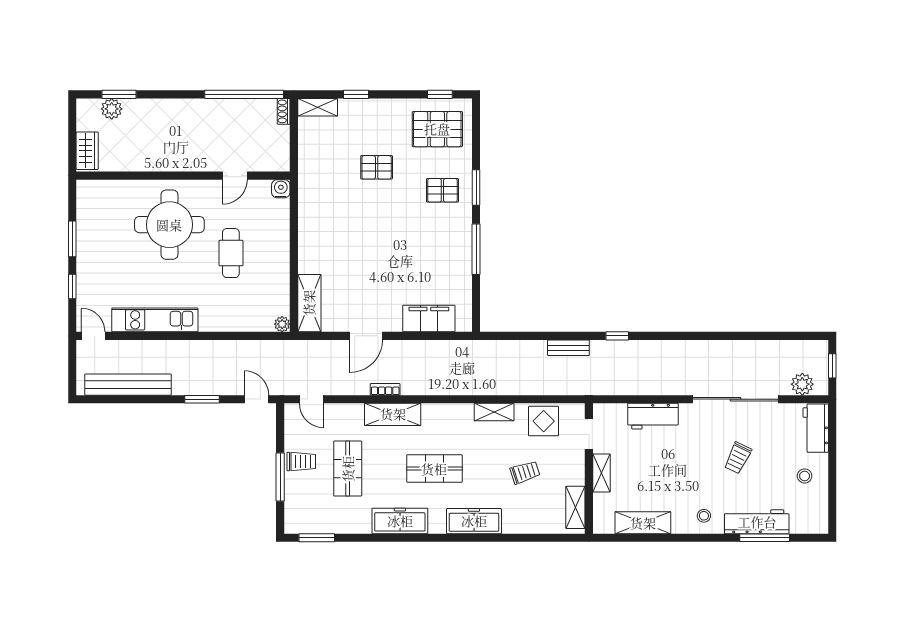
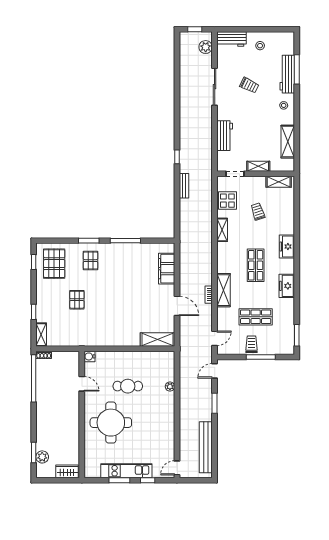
kitchen unit: (155, 320) -> (126, 471), moved, turned 90
plant: (282, 324) -> (170, 387), moved
sliding door: (735, 399) -> (215, 87), width x0.73
freezer: (400, 521) -> (287, 286), width x0.71
freezer: (474, 521) -> (287, 247), width x0.71

